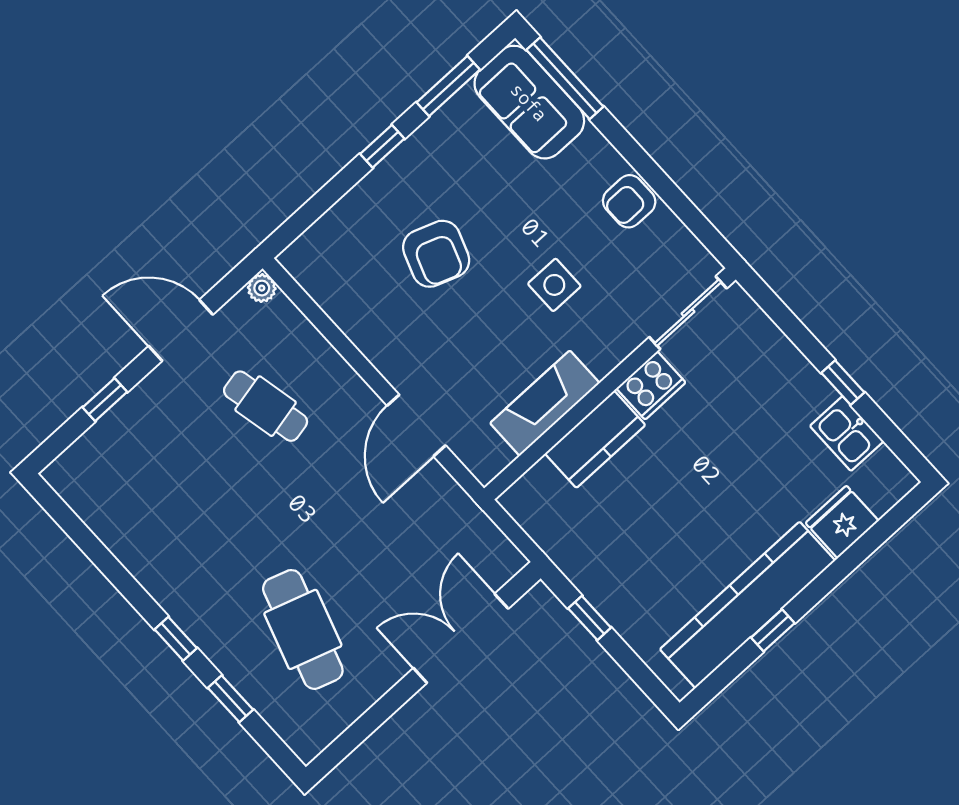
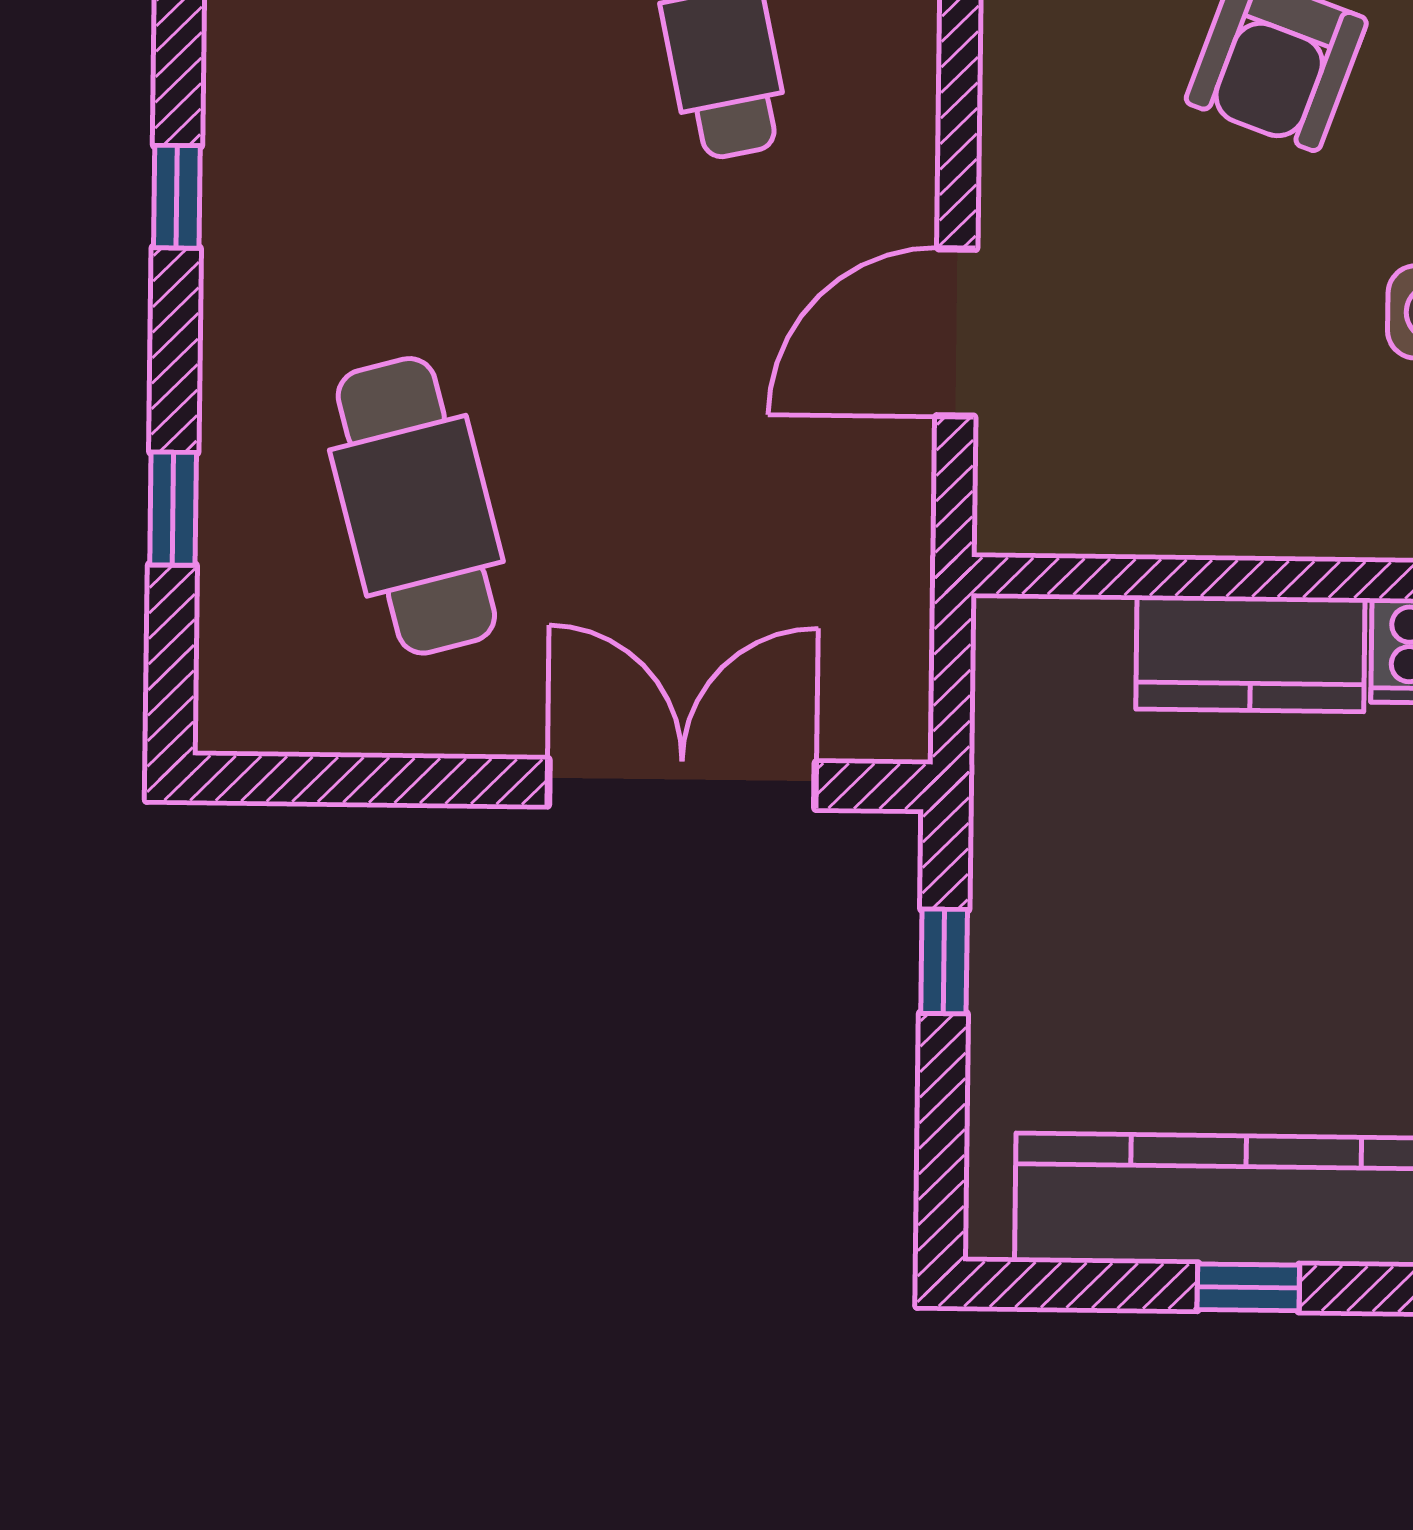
fireplace: (545, 403) -> (1221, 506), removed
cafe table: (303, 629) -> (416, 506), turned -33
window: (176, 639) -> (177, 197), moved

